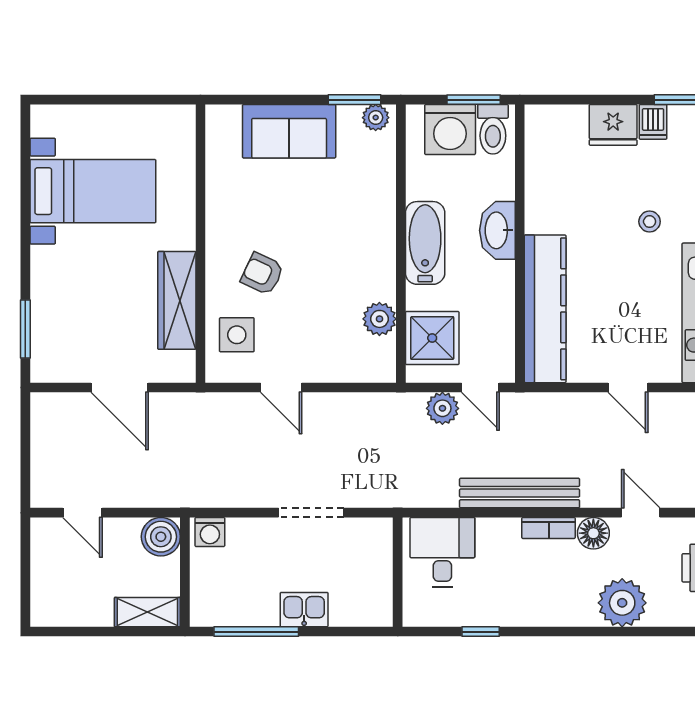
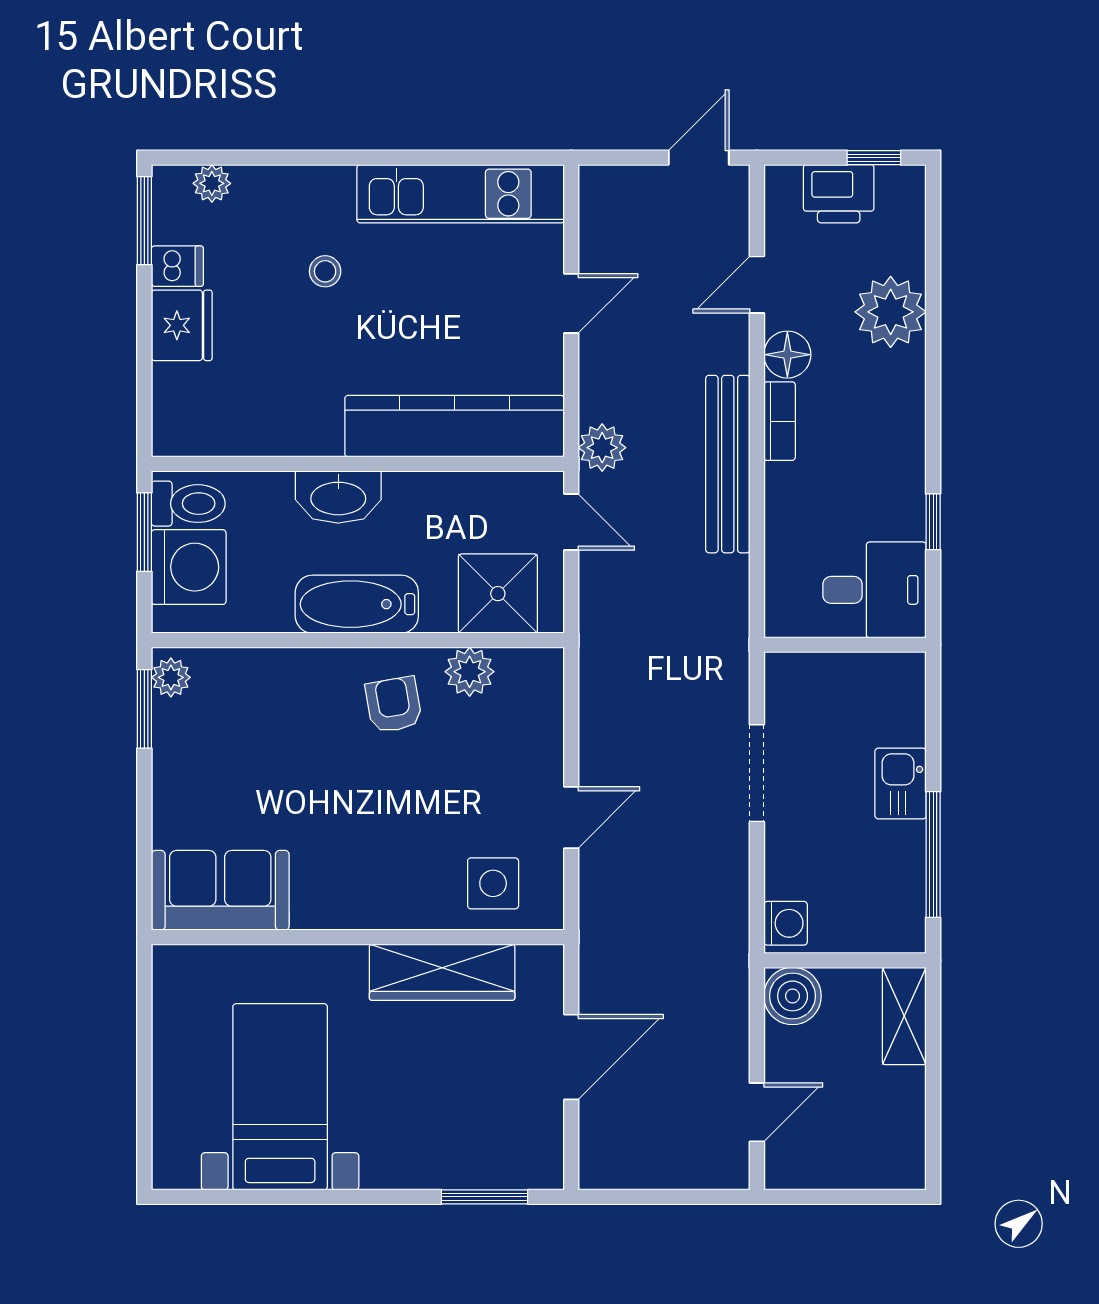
sofa: (289, 131) -> (220, 890), moved, turned -90
armchair: (262, 274) -> (394, 705), moved, turned 145
door: (480, 387) -> (571, 522), hinge flipped
plant: (442, 408) -> (602, 448), moved
desk: (442, 552) -> (875, 590), moved, turned 180

